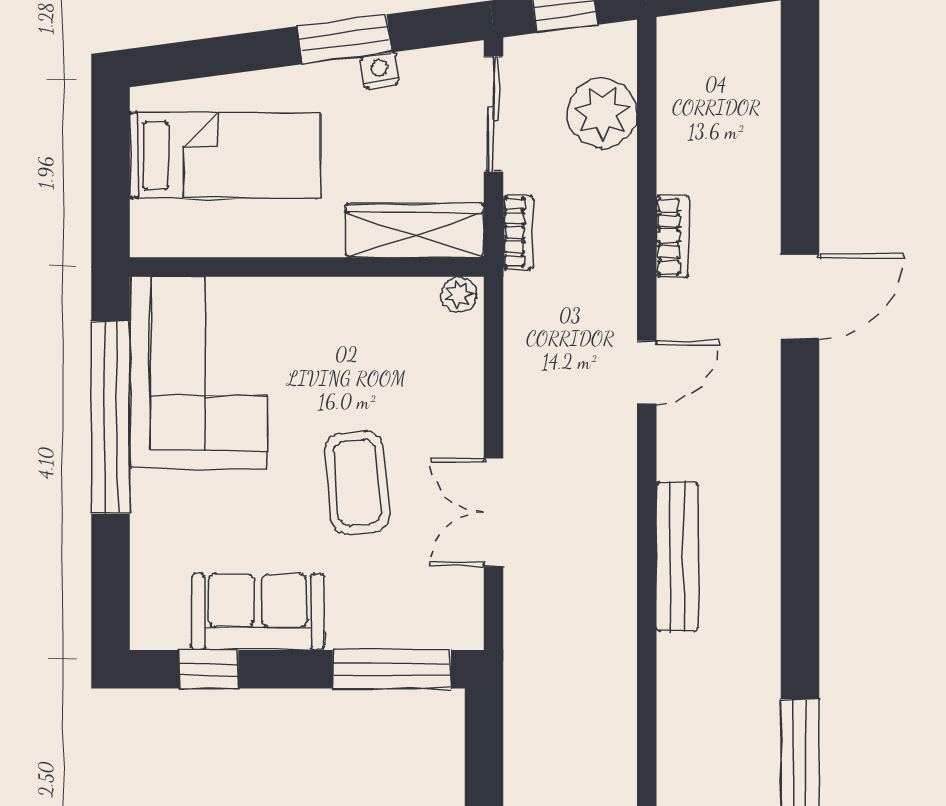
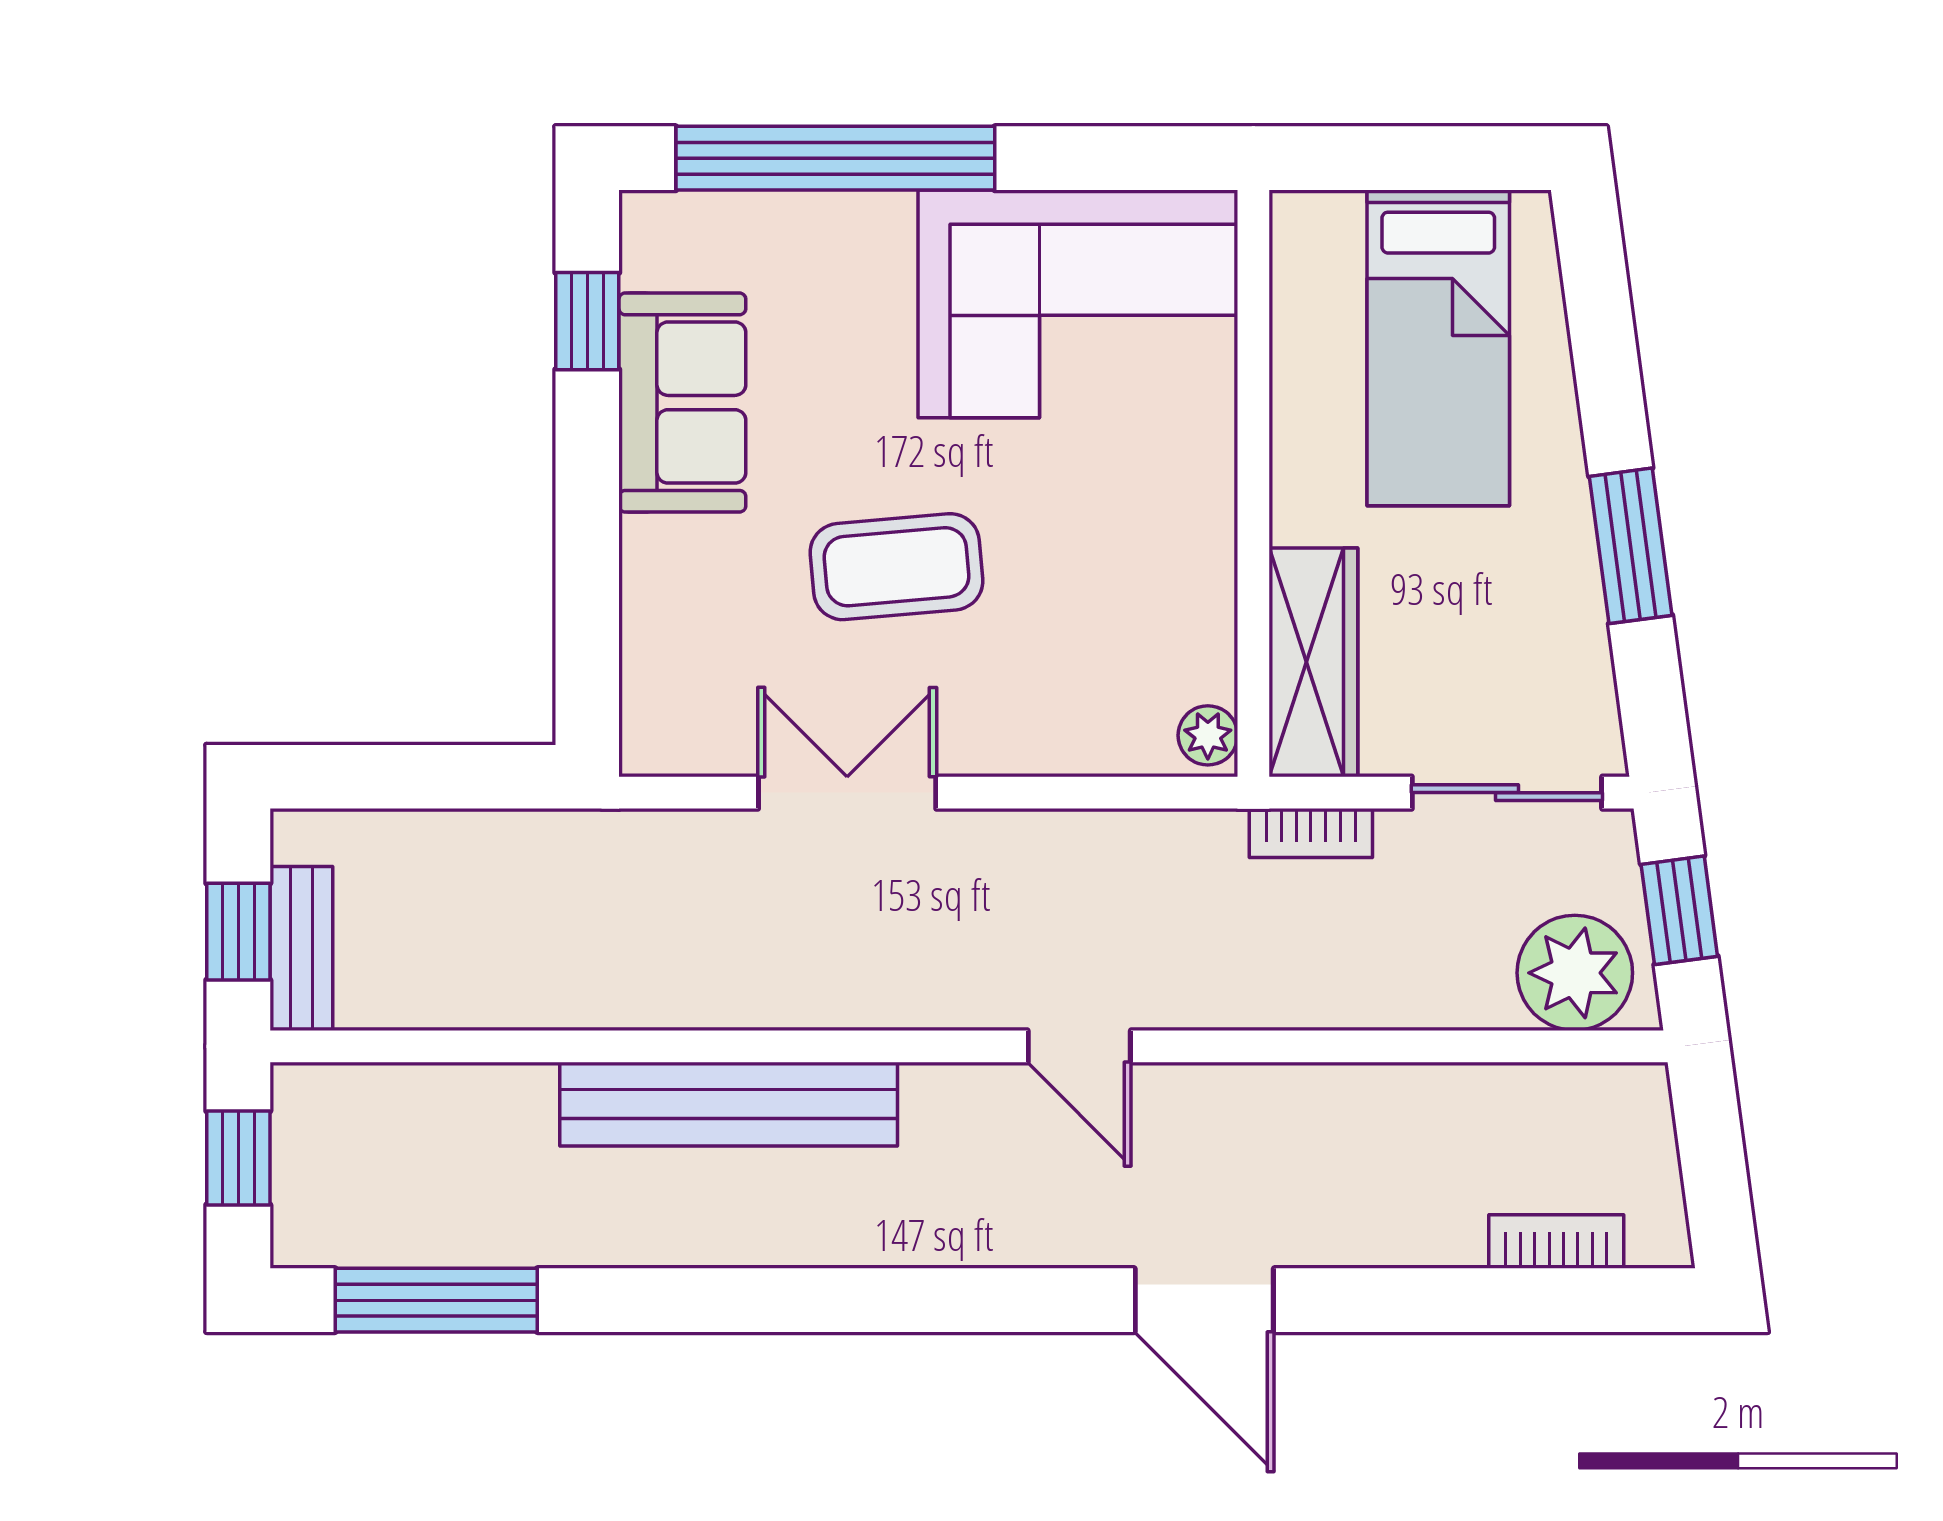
nightstand: (380, 70) -> (1579, 604), removed
plant: (602, 113) -> (1575, 973), moved
bookcase: (673, 236) -> (1556, 1241), moved, turned 180
window: (111, 417) -> (835, 158), moved
bench: (677, 556) -> (729, 1104), width x1.37, depth x1.21
window: (392, 669) -> (587, 624), removed

